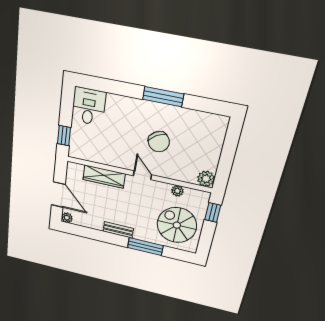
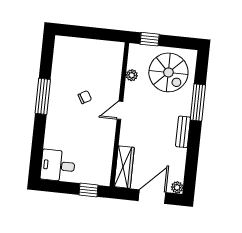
chair: (159, 142) -> (85, 97), width x0.54, depth x0.54
wardrobe: (104, 177) -> (124, 167), moved
plant: (206, 179) -> (116, 50), removed
spiral stairs: (177, 225) -> (168, 72), turned -90

